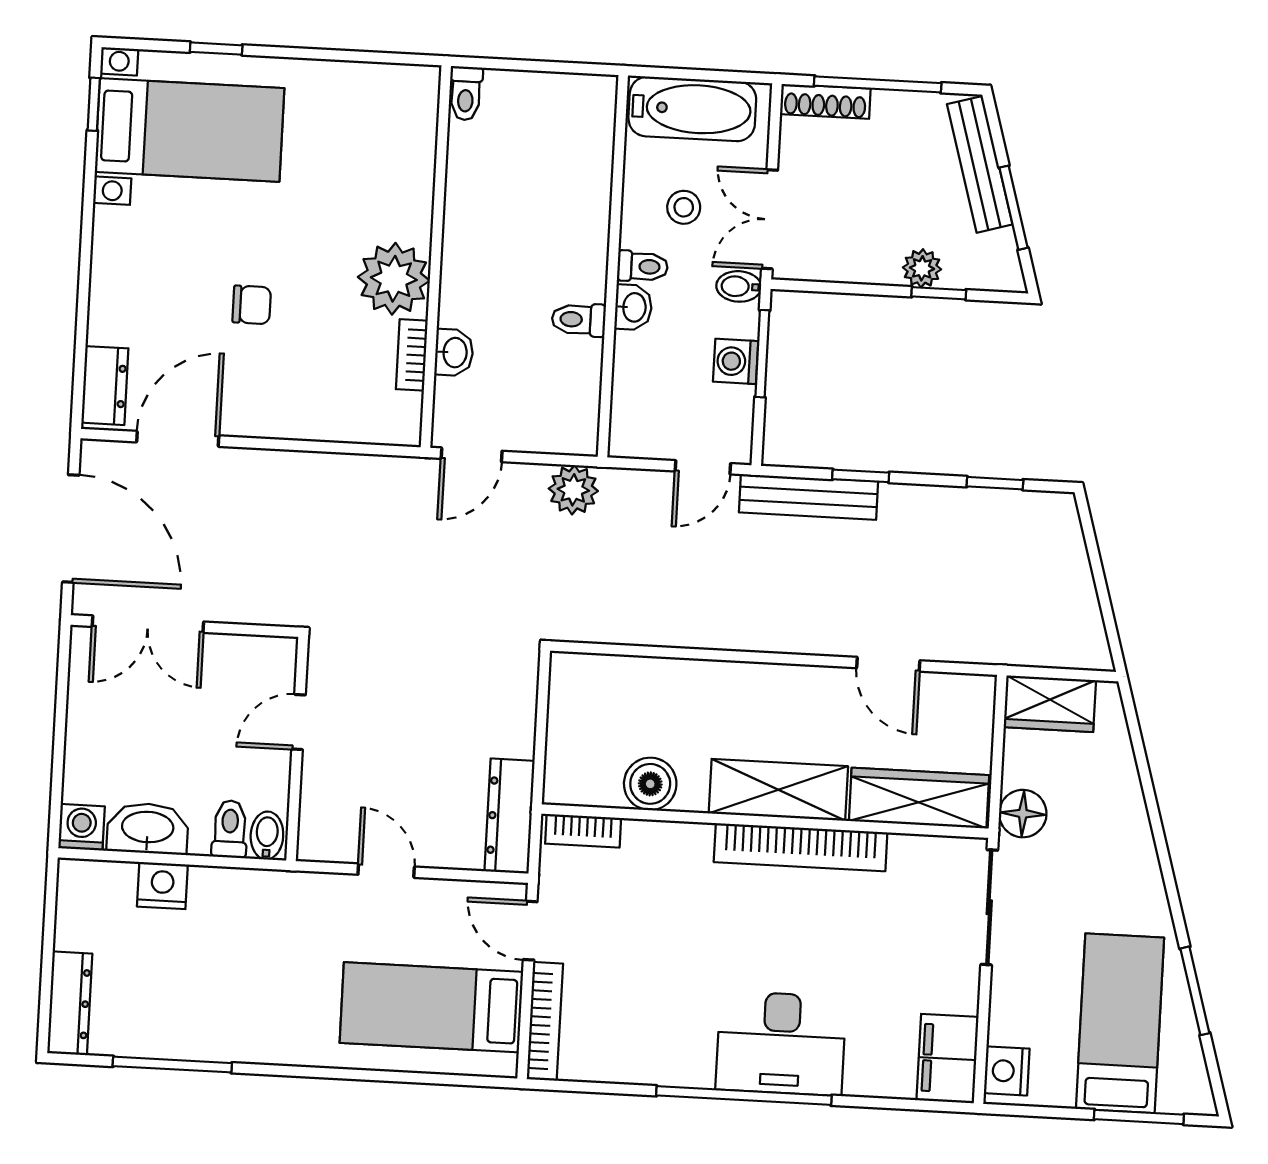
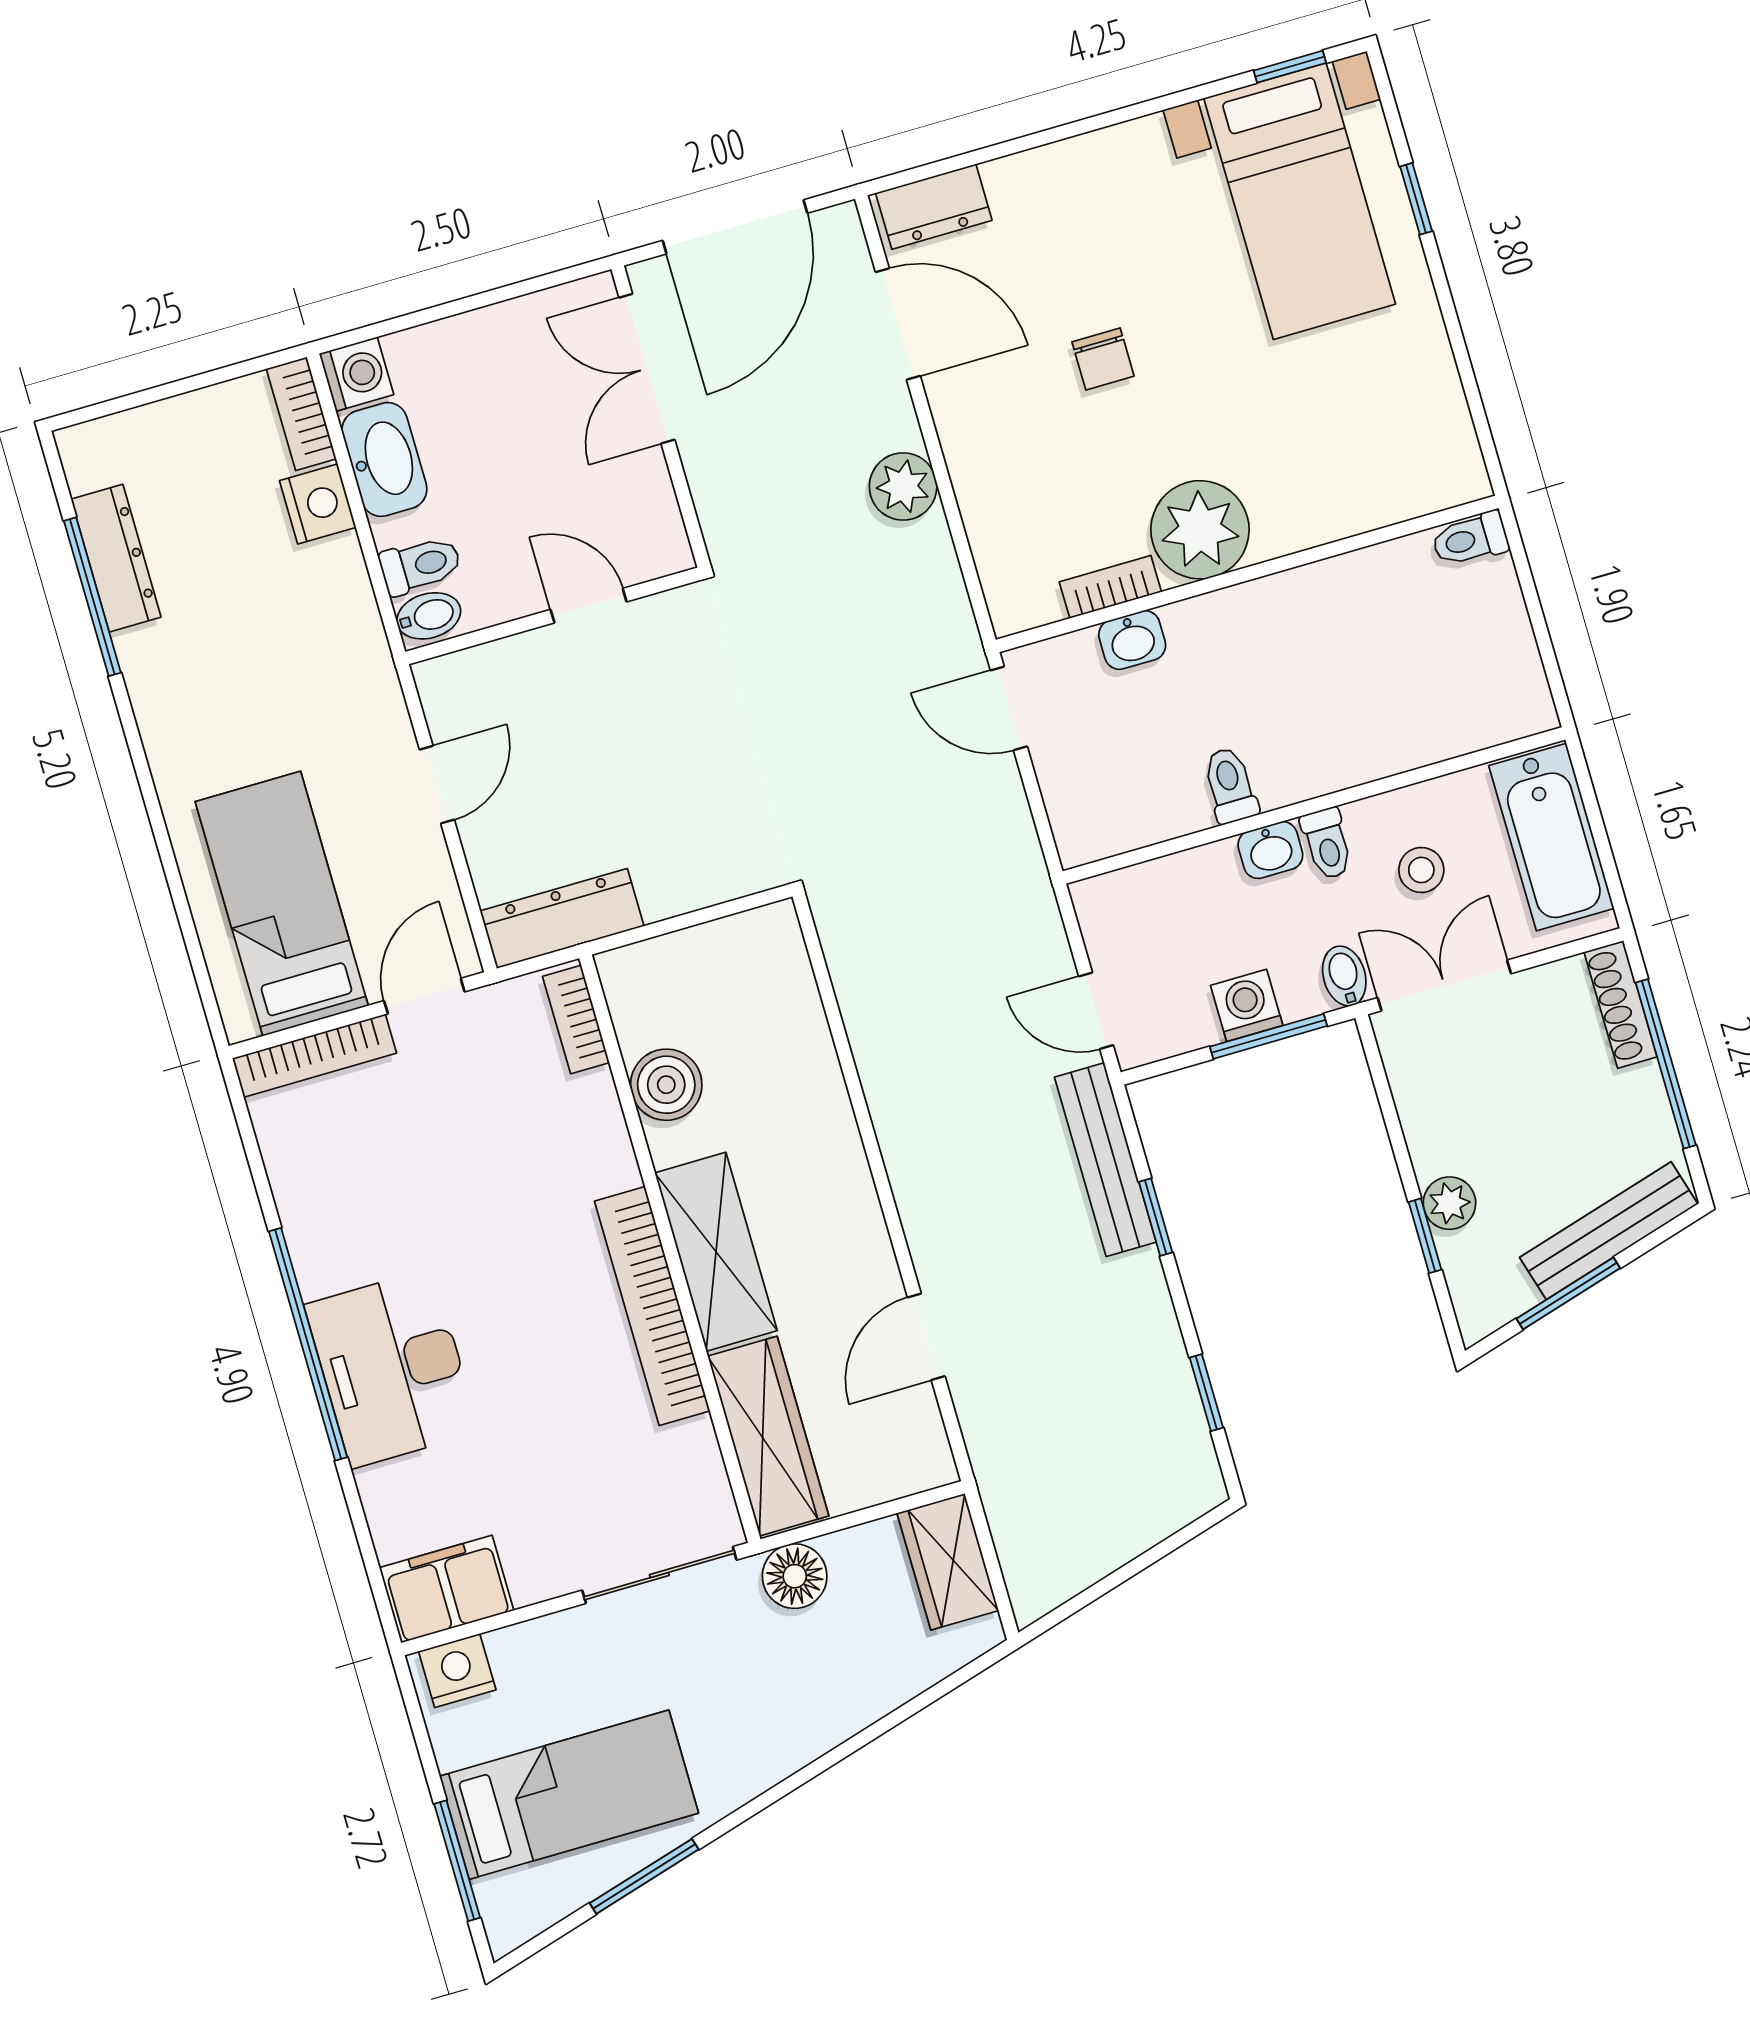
plant: (573, 490) -> (903, 486), moved
bookcase: (96, 875) -> (301, 414), added
dresser: (70, 1003) -> (116, 558), moved, turned -90

